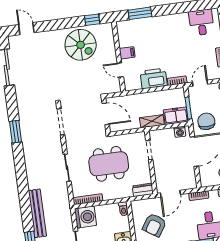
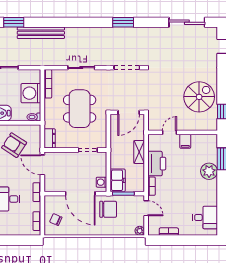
plant: (154, 25) -> (209, 171), added
spiral stairs: (81, 45) -> (199, 97), turned 180
shelving: (152, 121) -> (139, 152), moved
washing machine: (85, 217) -> (31, 93), moved, turned 90

